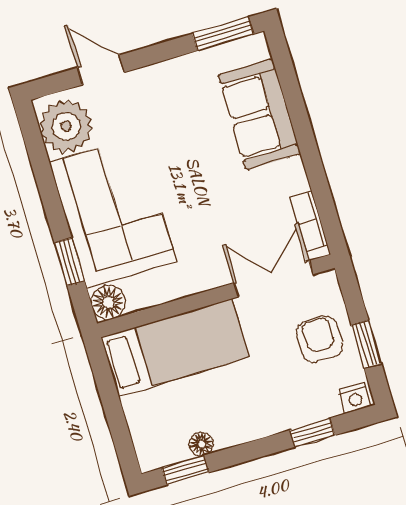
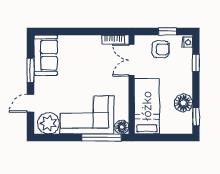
window: (223, 34) -> (30, 70), moved
sofa: (259, 114) -> (46, 55), moved, turned -90
window: (69, 262) -> (101, 138), width x2.17
armchair: (320, 339) -> (160, 49), turned 180
floor lamp: (201, 444) -> (183, 103), width x1.89, depth x1.89

